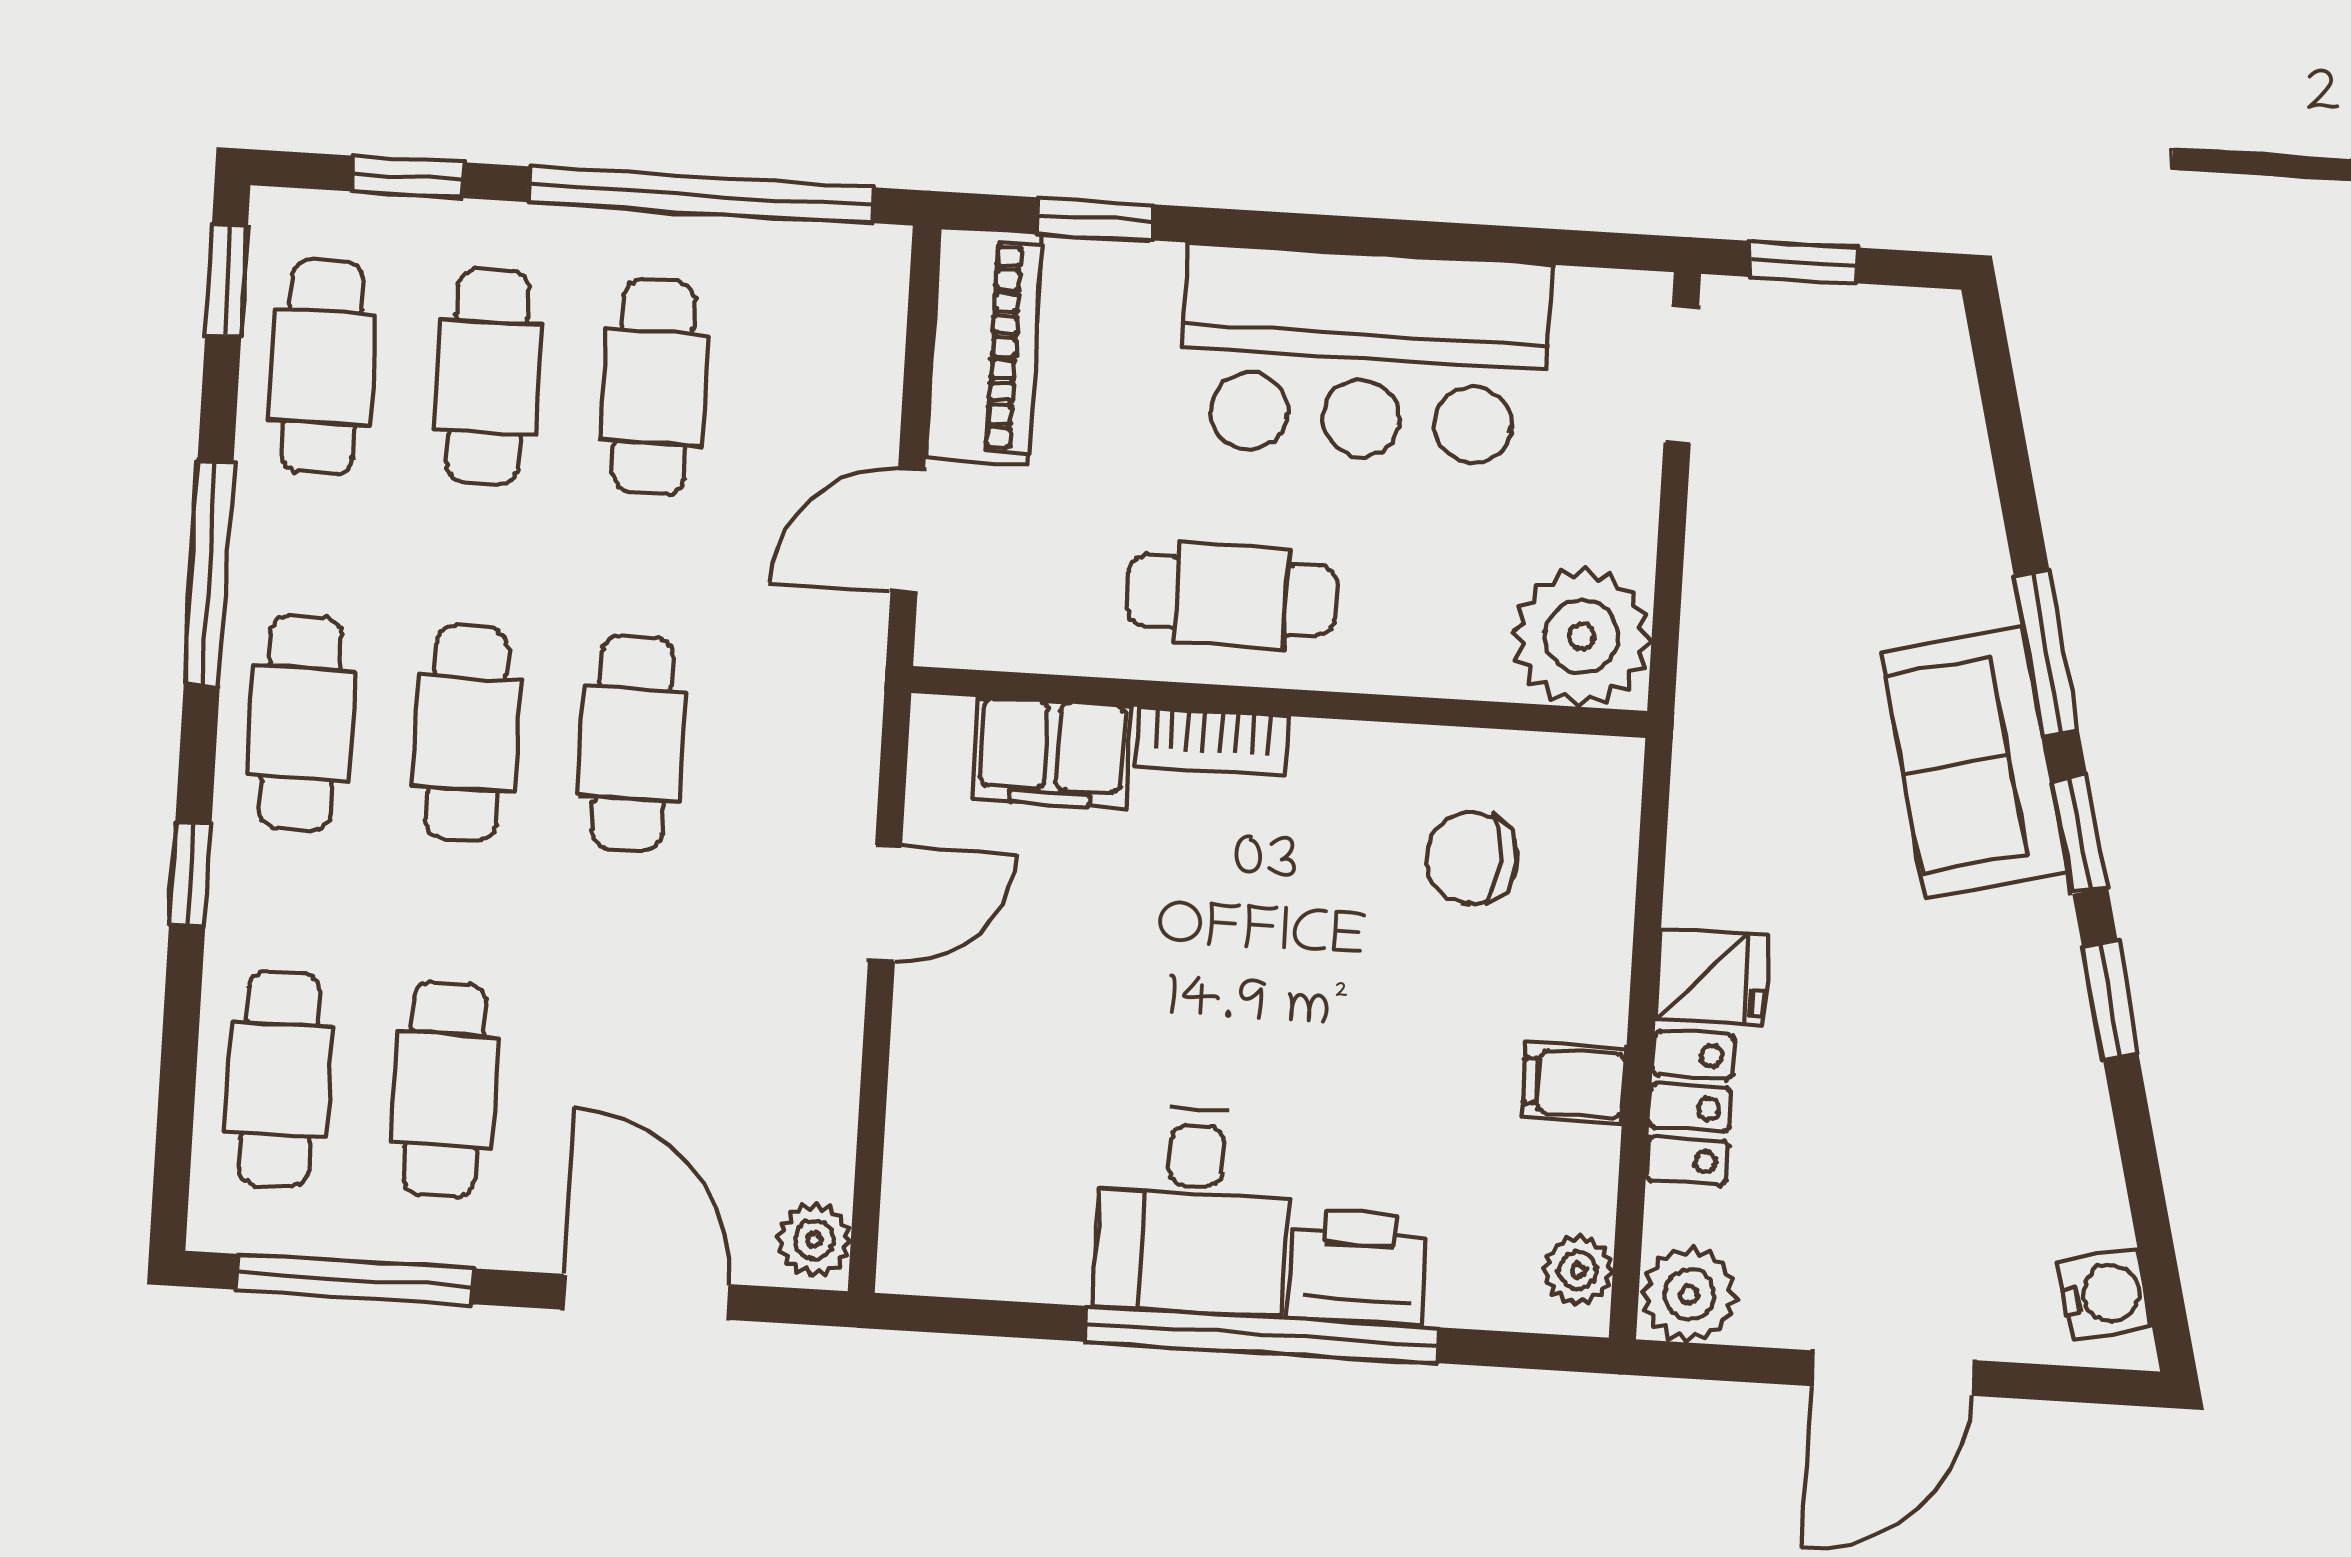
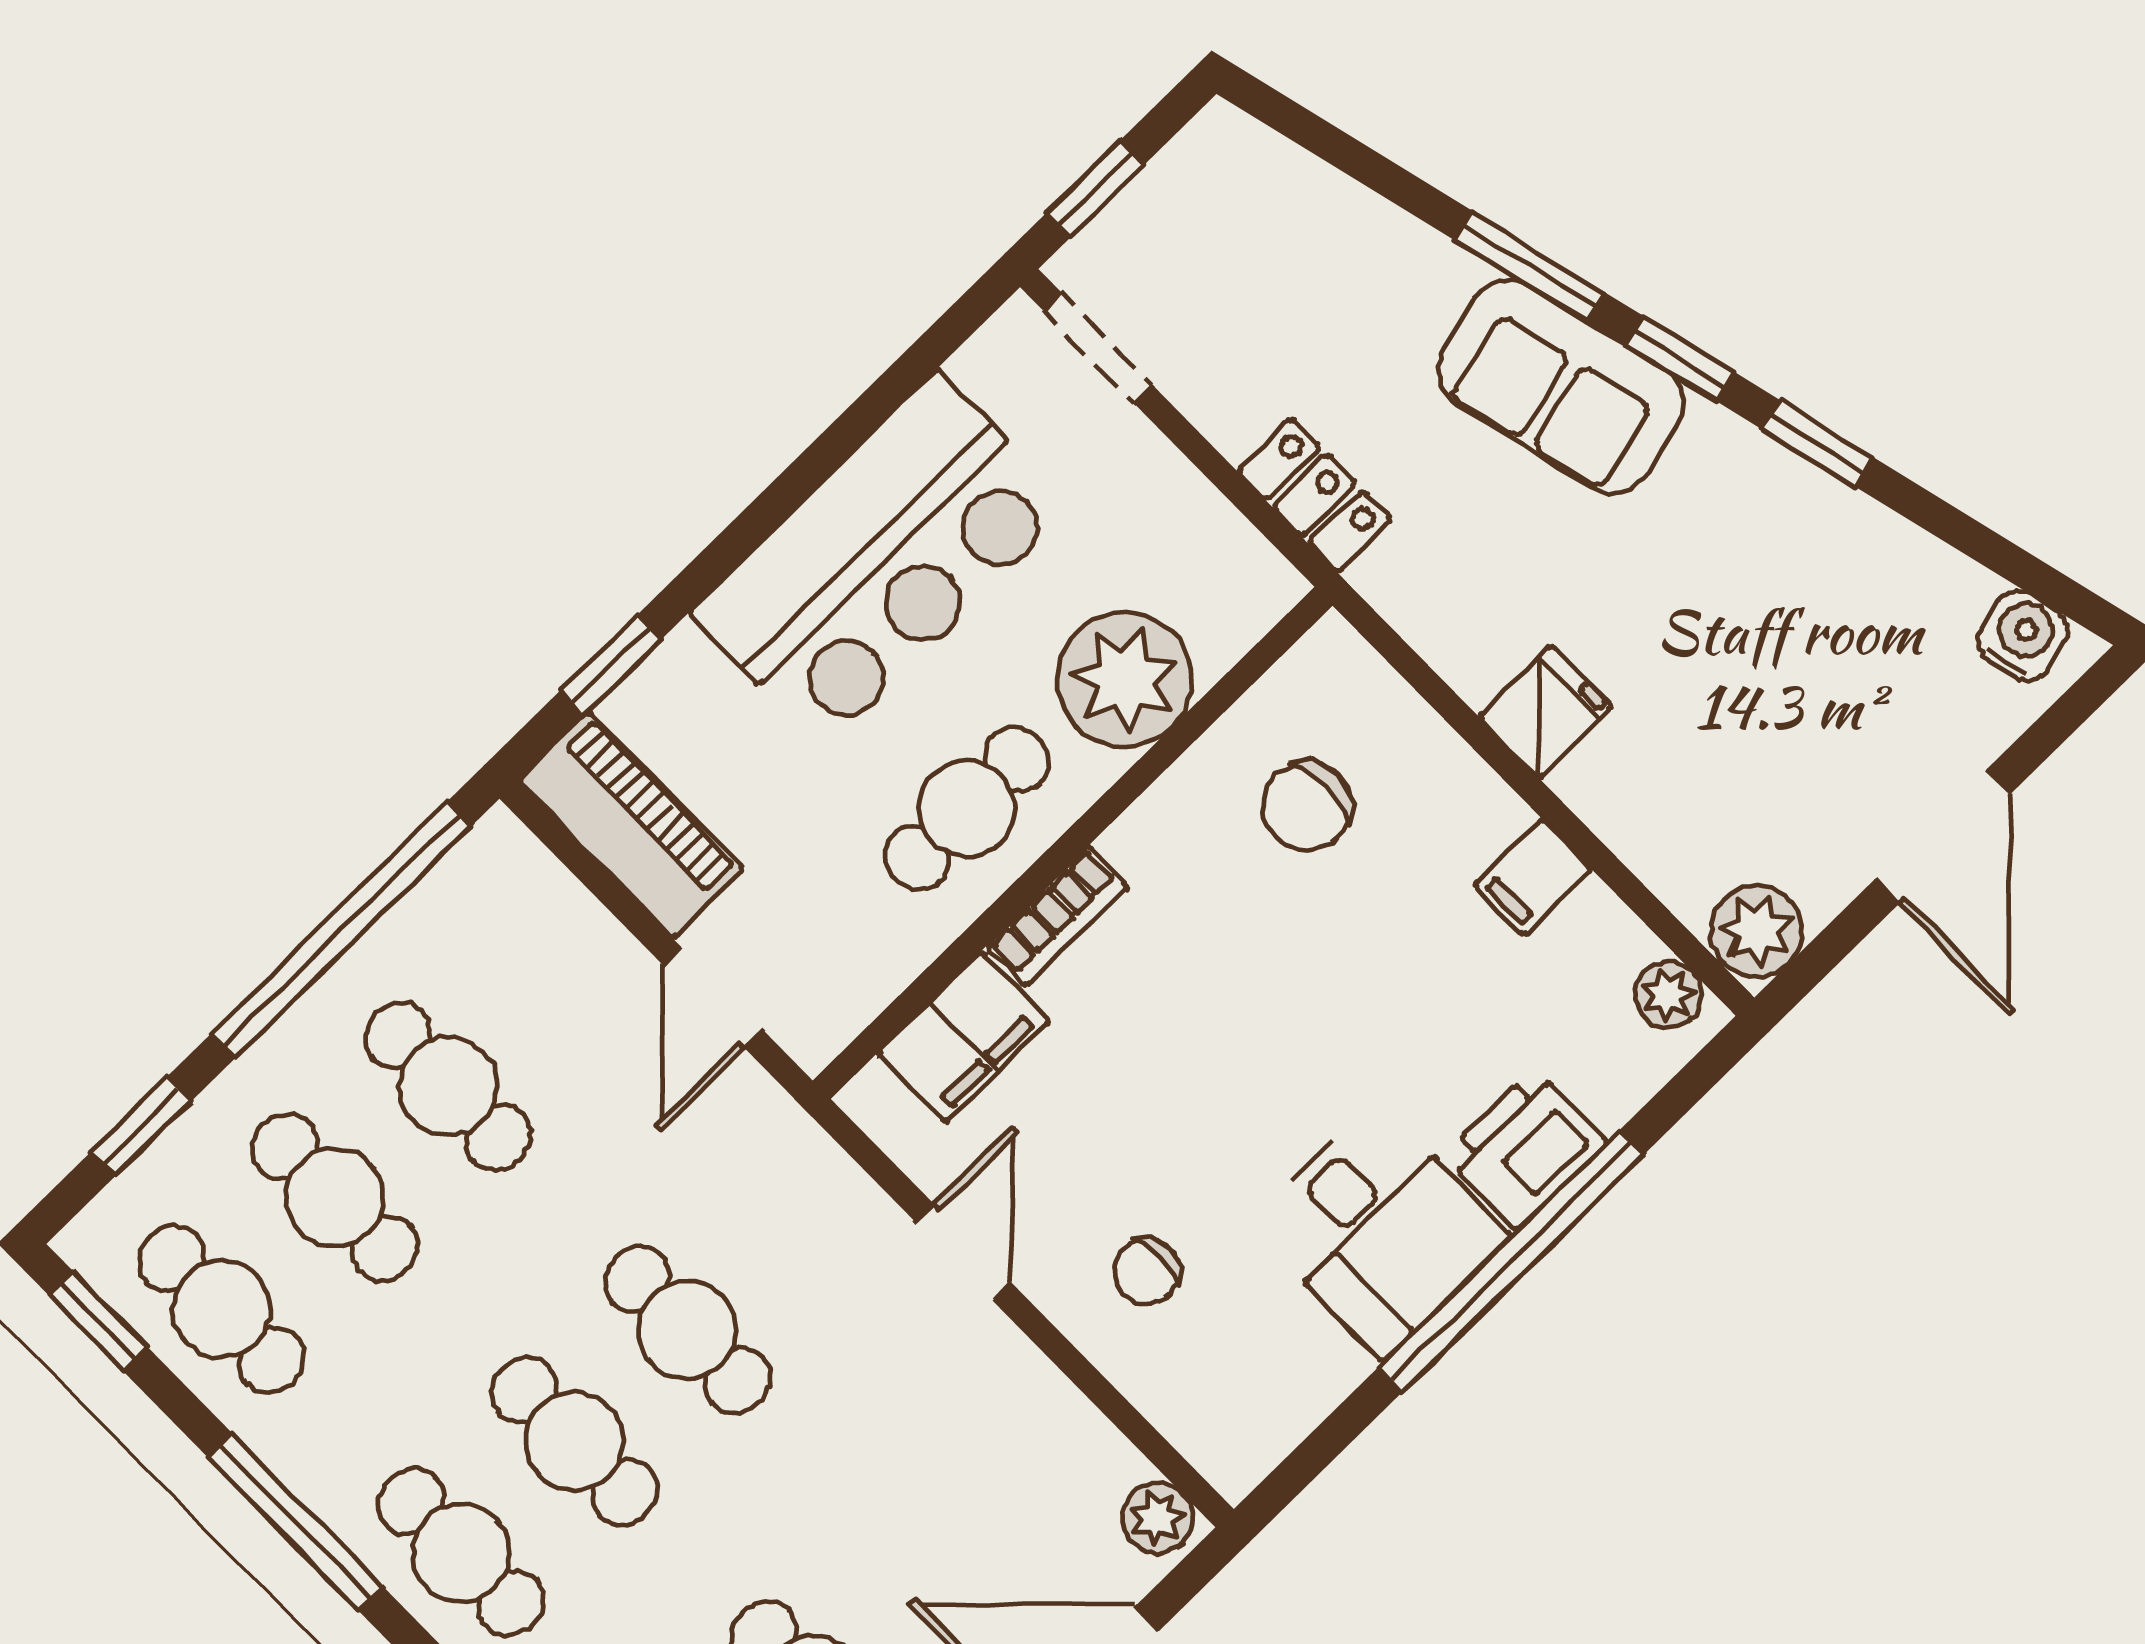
plant: (1581, 637) -> (1125, 680), moved
chair: (998, 1059) -> (1147, 1271), added
locker: (1690, 1108) -> (1314, 495), moved

